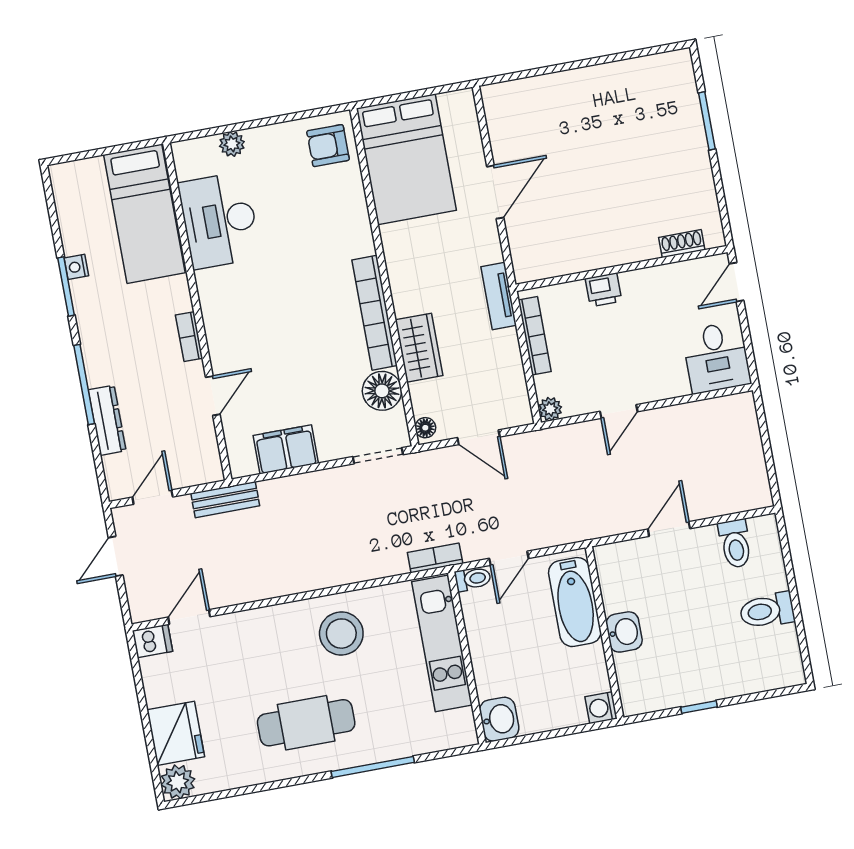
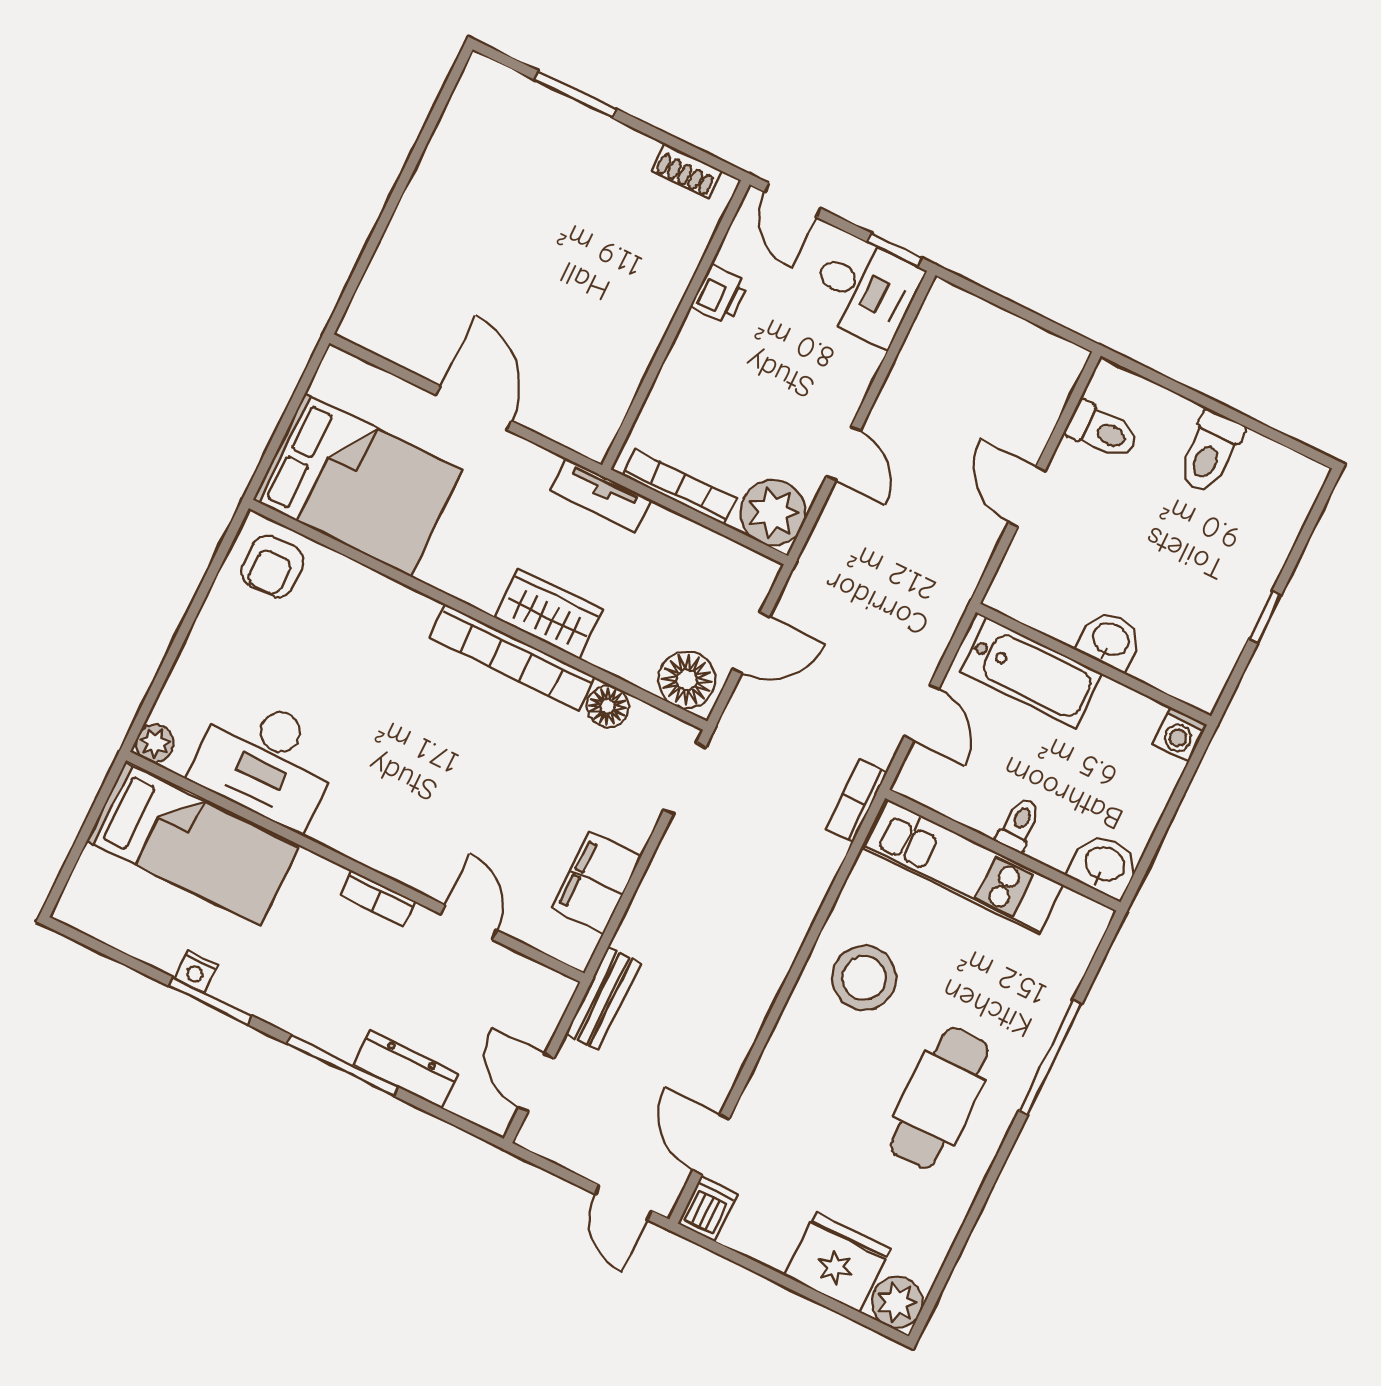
plant: (232, 144) -> (155, 743), moved
shoe rack: (682, 244) -> (687, 171), moved, turned -90
printer: (604, 290) -> (720, 294), moved
wardrobe: (419, 348) -> (549, 614), moved
window: (750, 358) -> (894, 250), added
floor lamp: (382, 391) -> (608, 706), width x0.73, depth x0.73
plant: (550, 409) -> (773, 513), width x1.88, depth x1.88
floor lamp: (425, 428) -> (687, 680), width x1.89, depth x1.89
door: (116, 556) -> (623, 1202), moved
toilet: (473, 579) -> (1019, 825), moved

